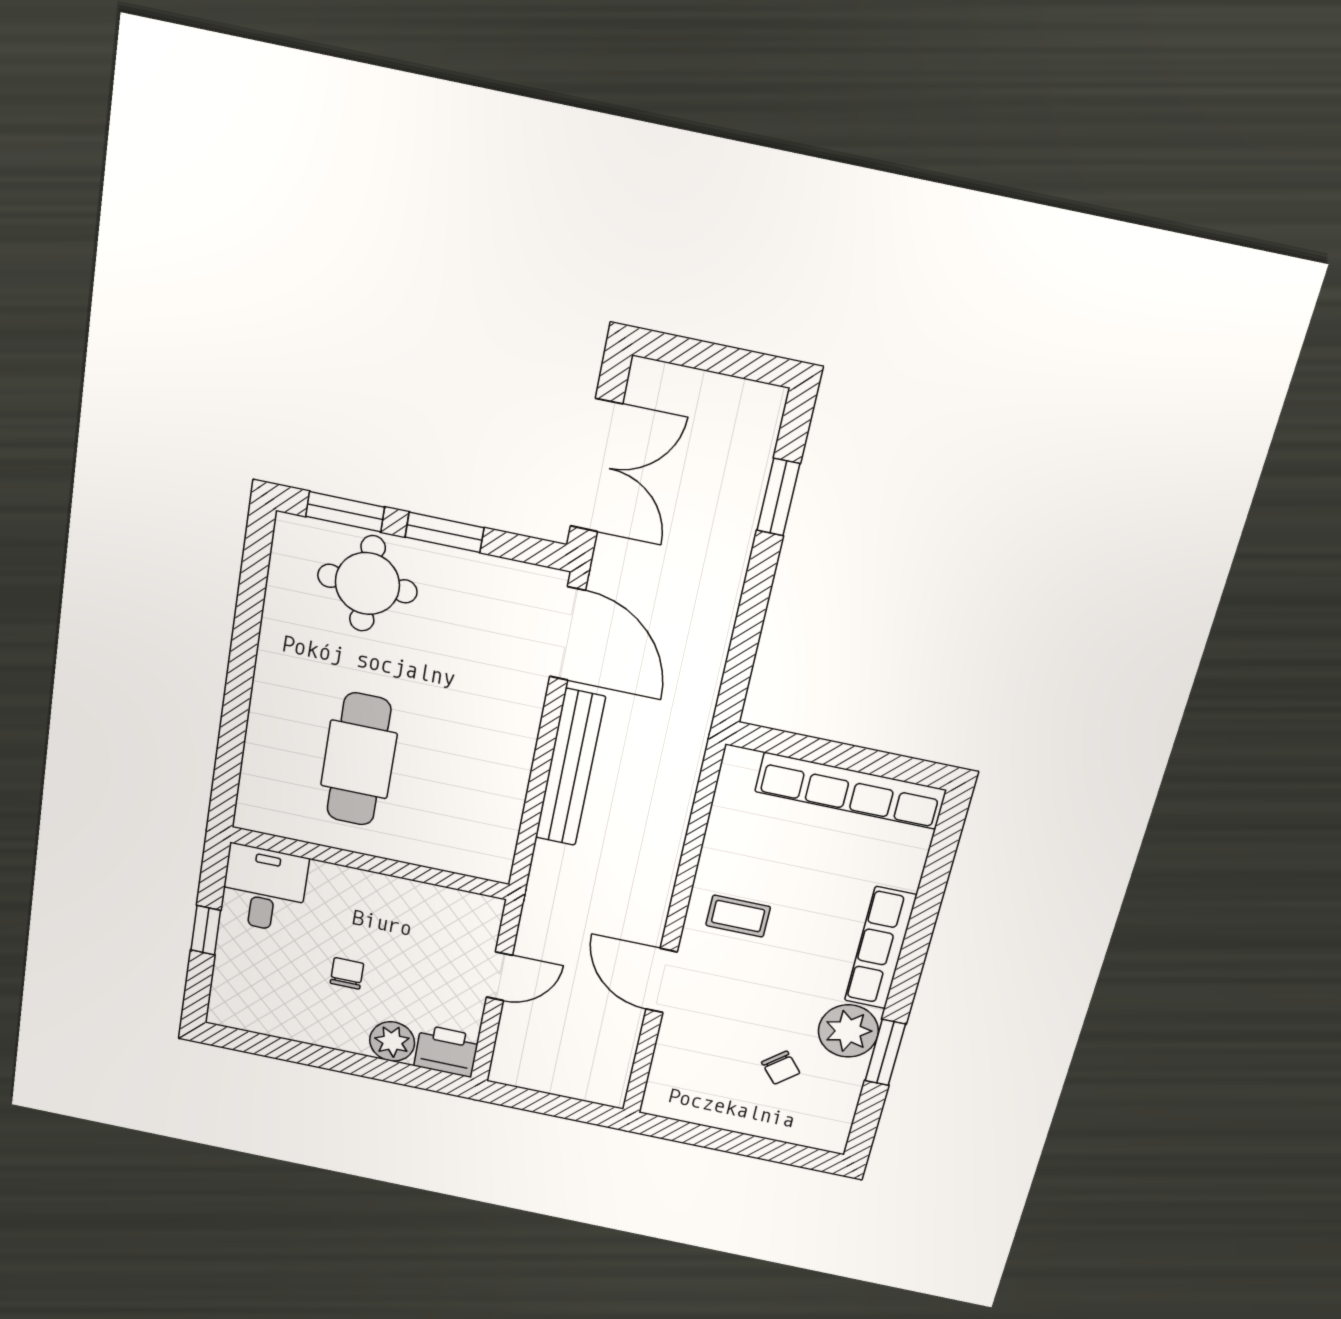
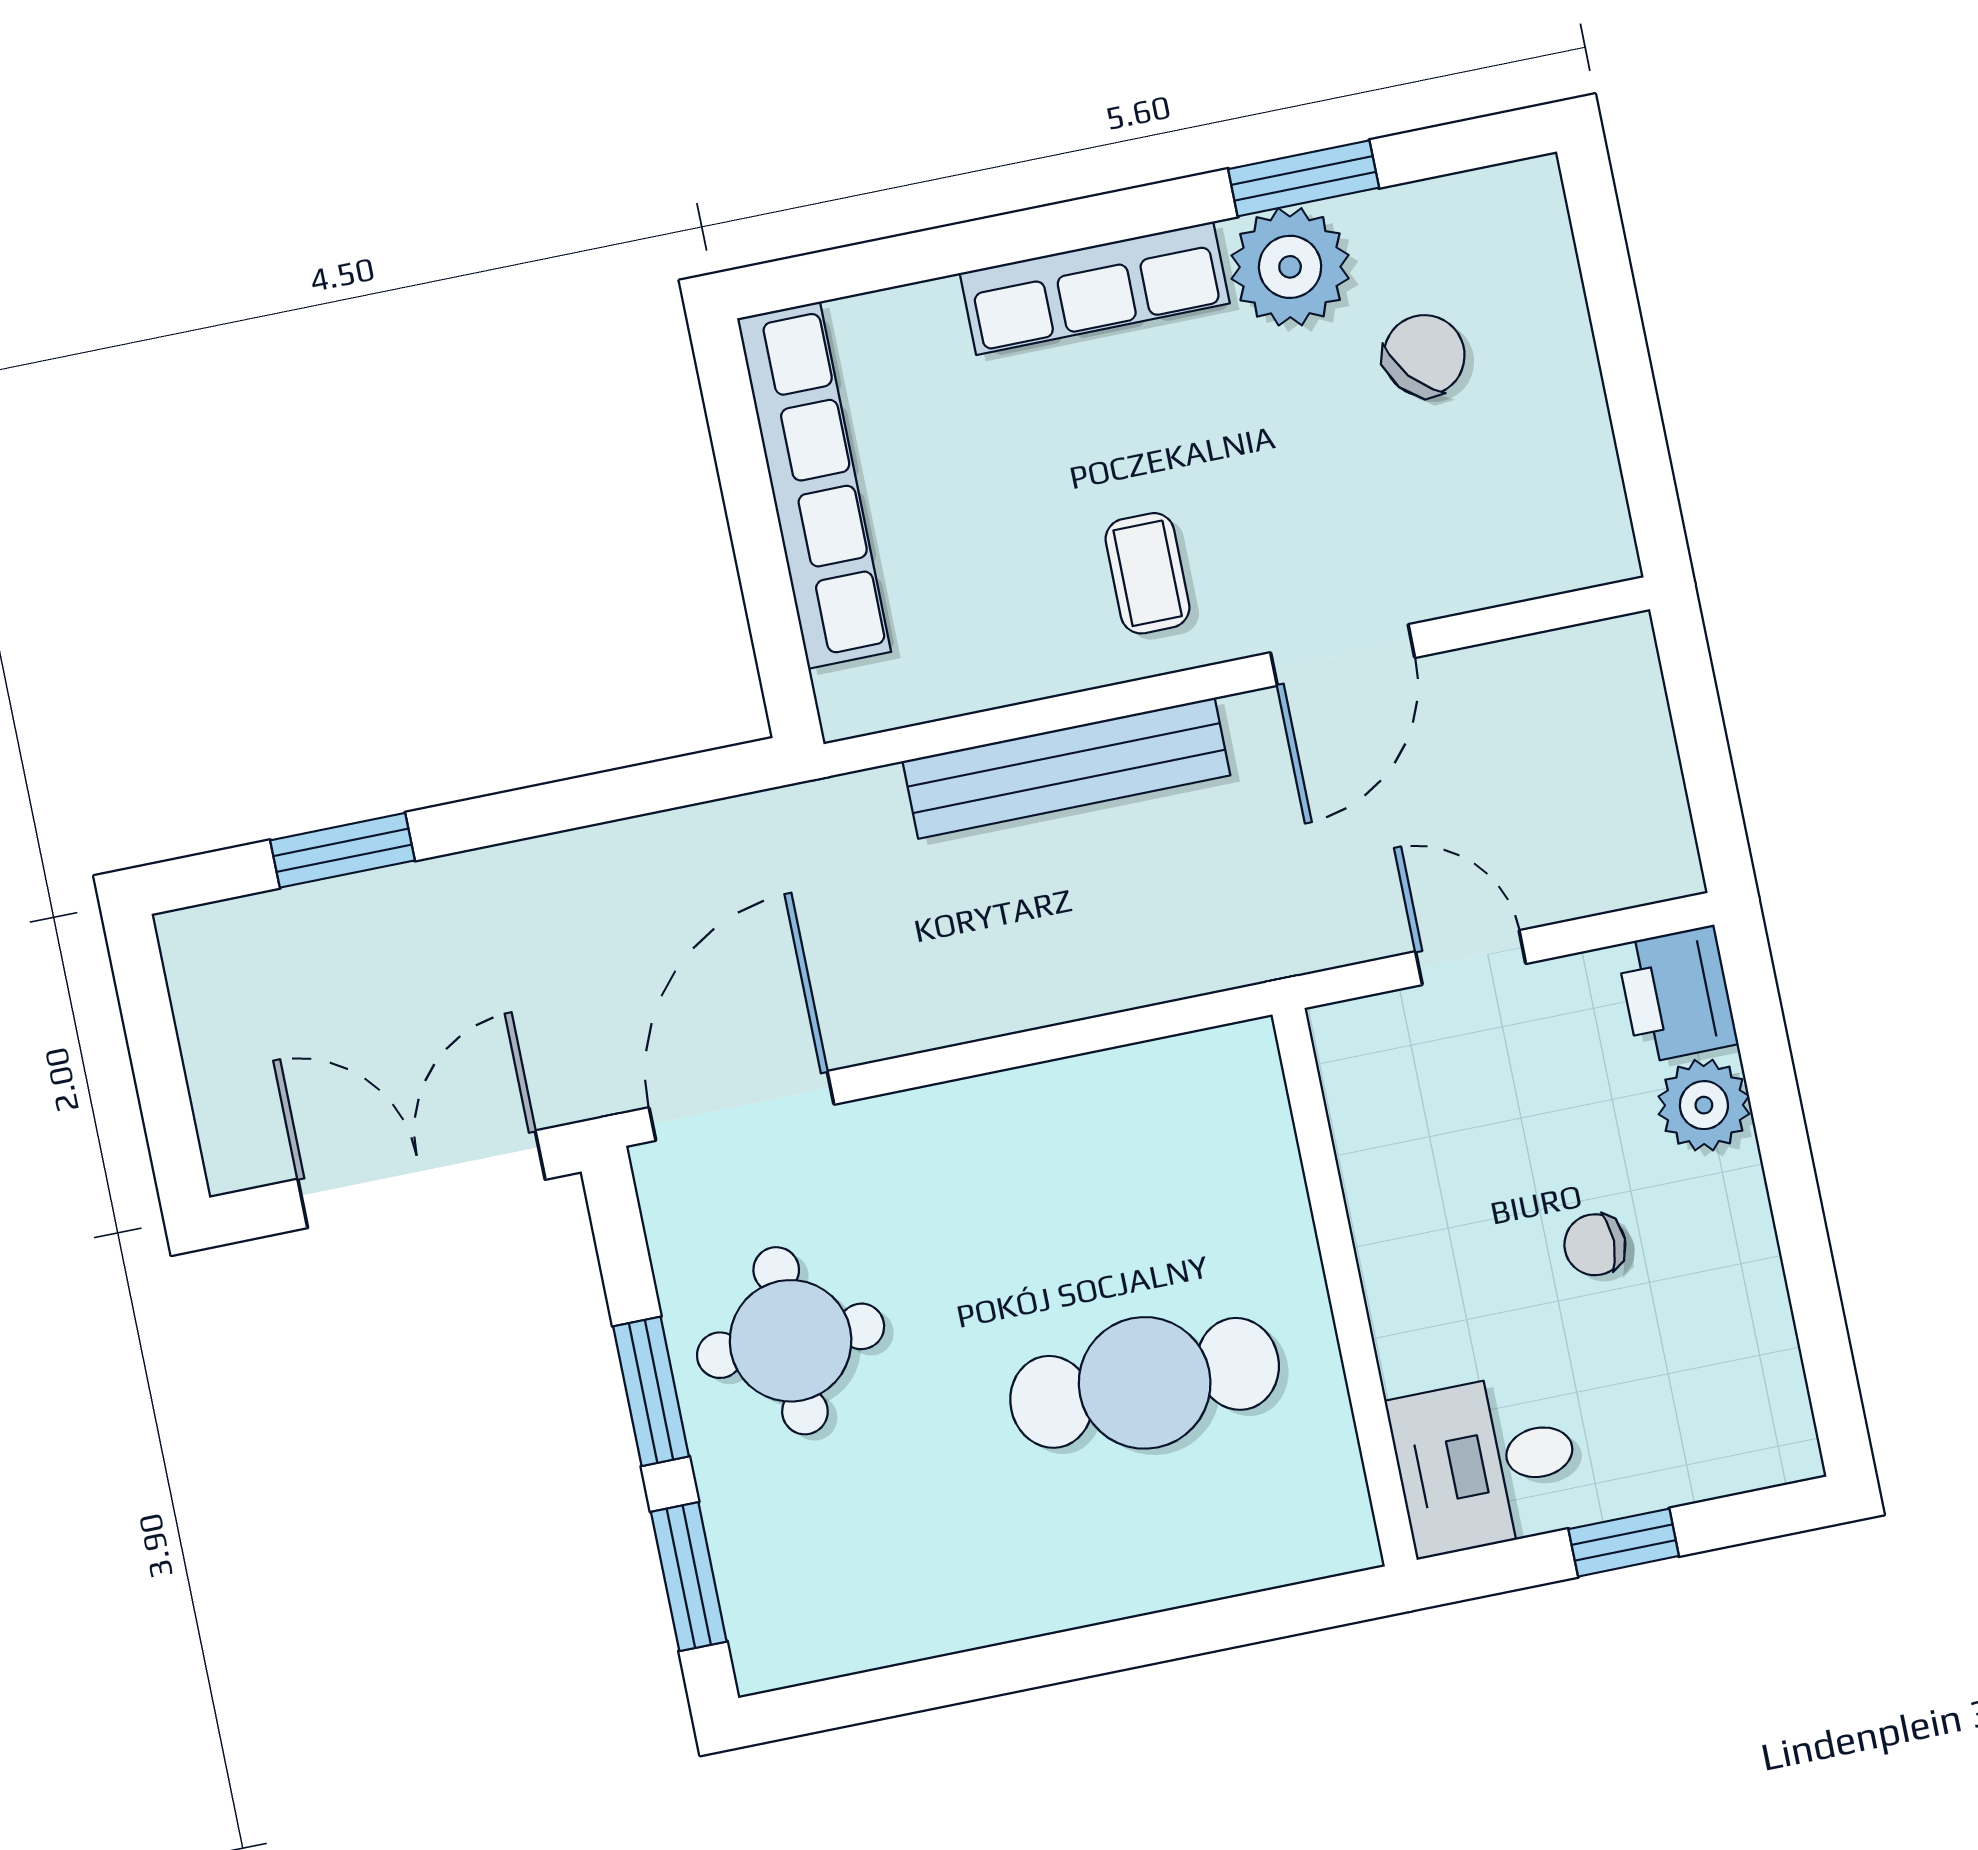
round table: (367, 584) -> (791, 1341), moved
bench: (570, 768) -> (1066, 768), moved
chair: (781, 1068) -> (1424, 355), width x1.37, depth x1.37

